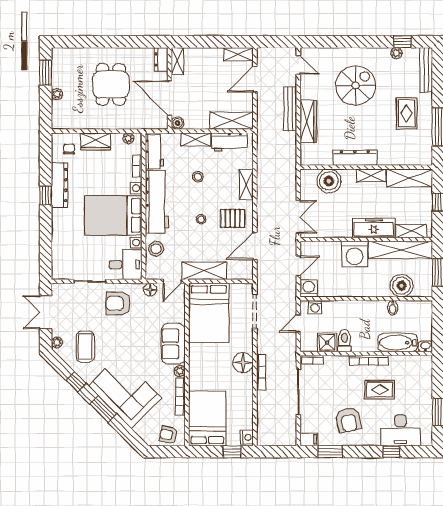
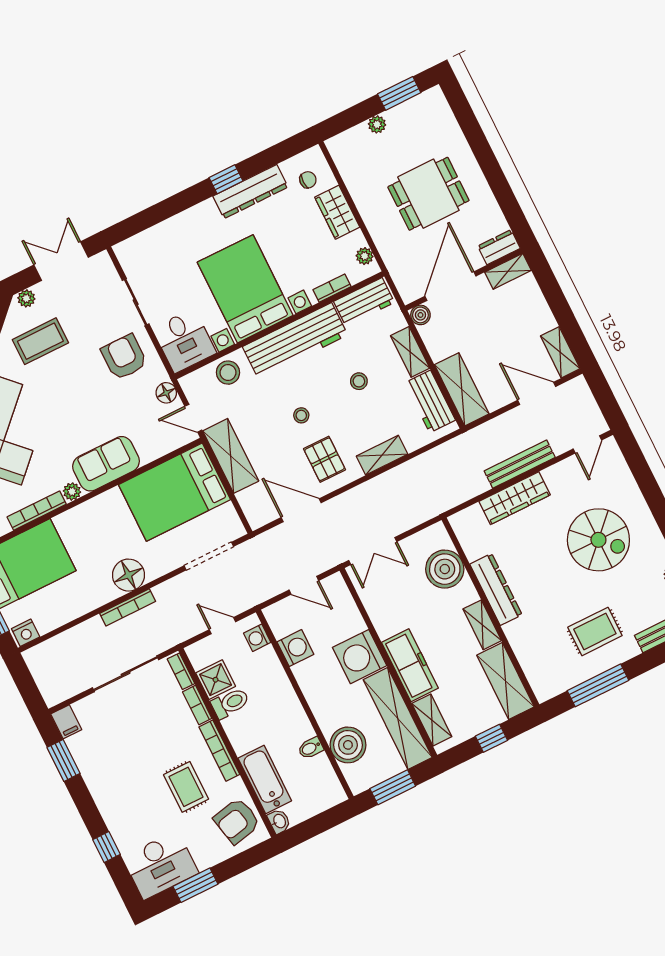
washing machine: (309, 288) -> (295, 648), moved
bookcase: (336, 360) -> (197, 705), added
armchair: (348, 420) -> (237, 821), moved
desk: (400, 430) -> (160, 865), moved, turned -90

